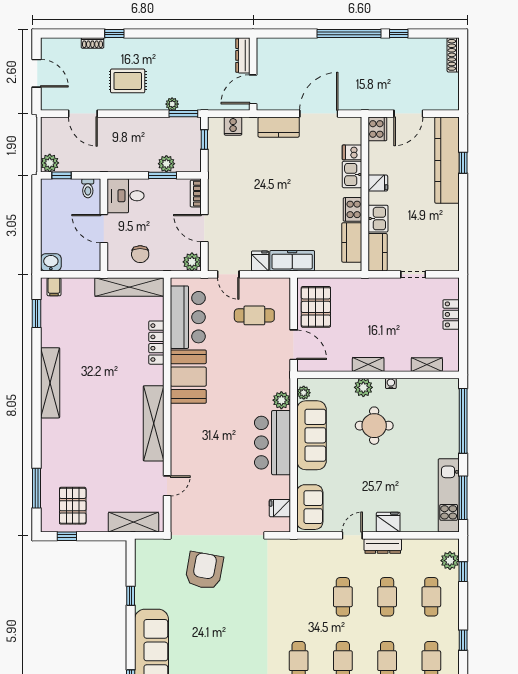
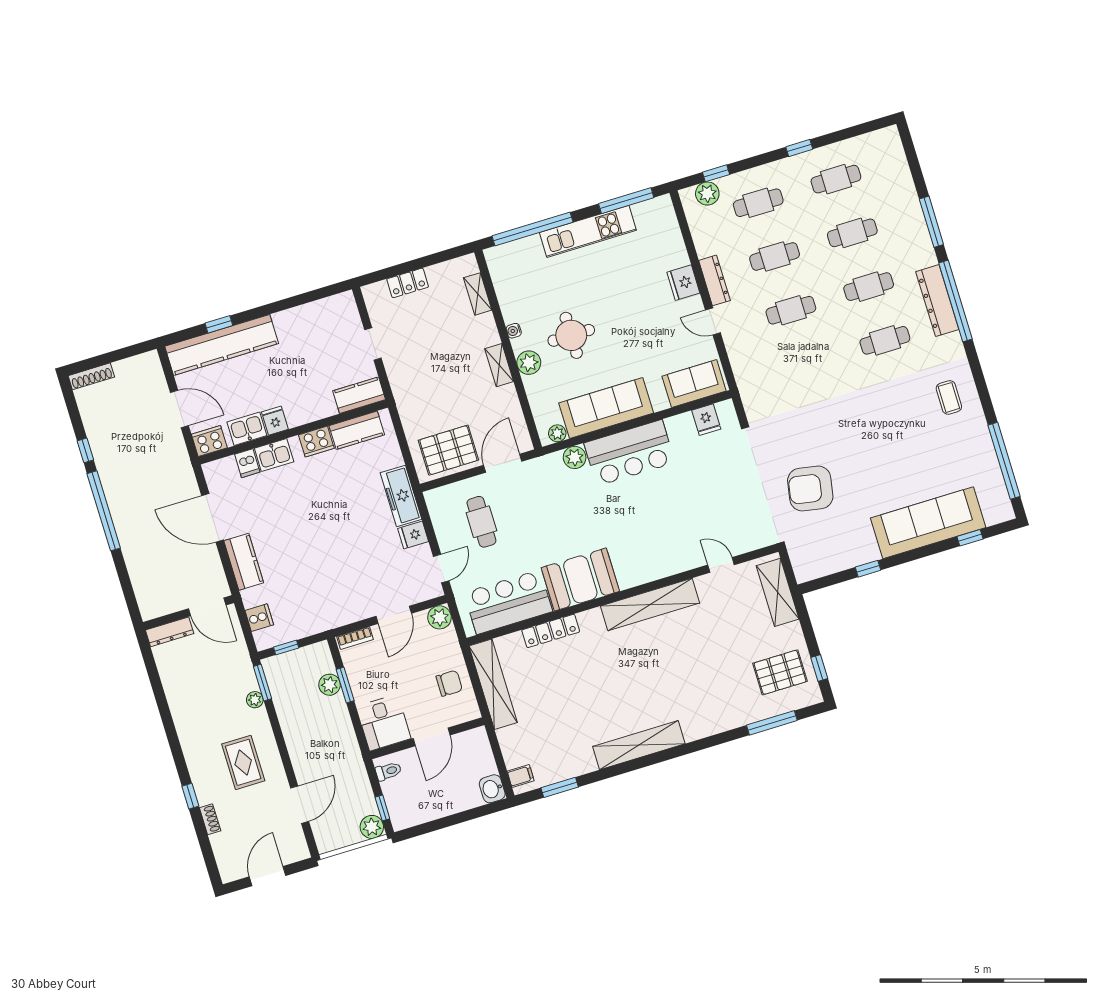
kitchen sink: (378, 219) -> (247, 429), moved
kitchen unit: (449, 495) -> (588, 231), moved

